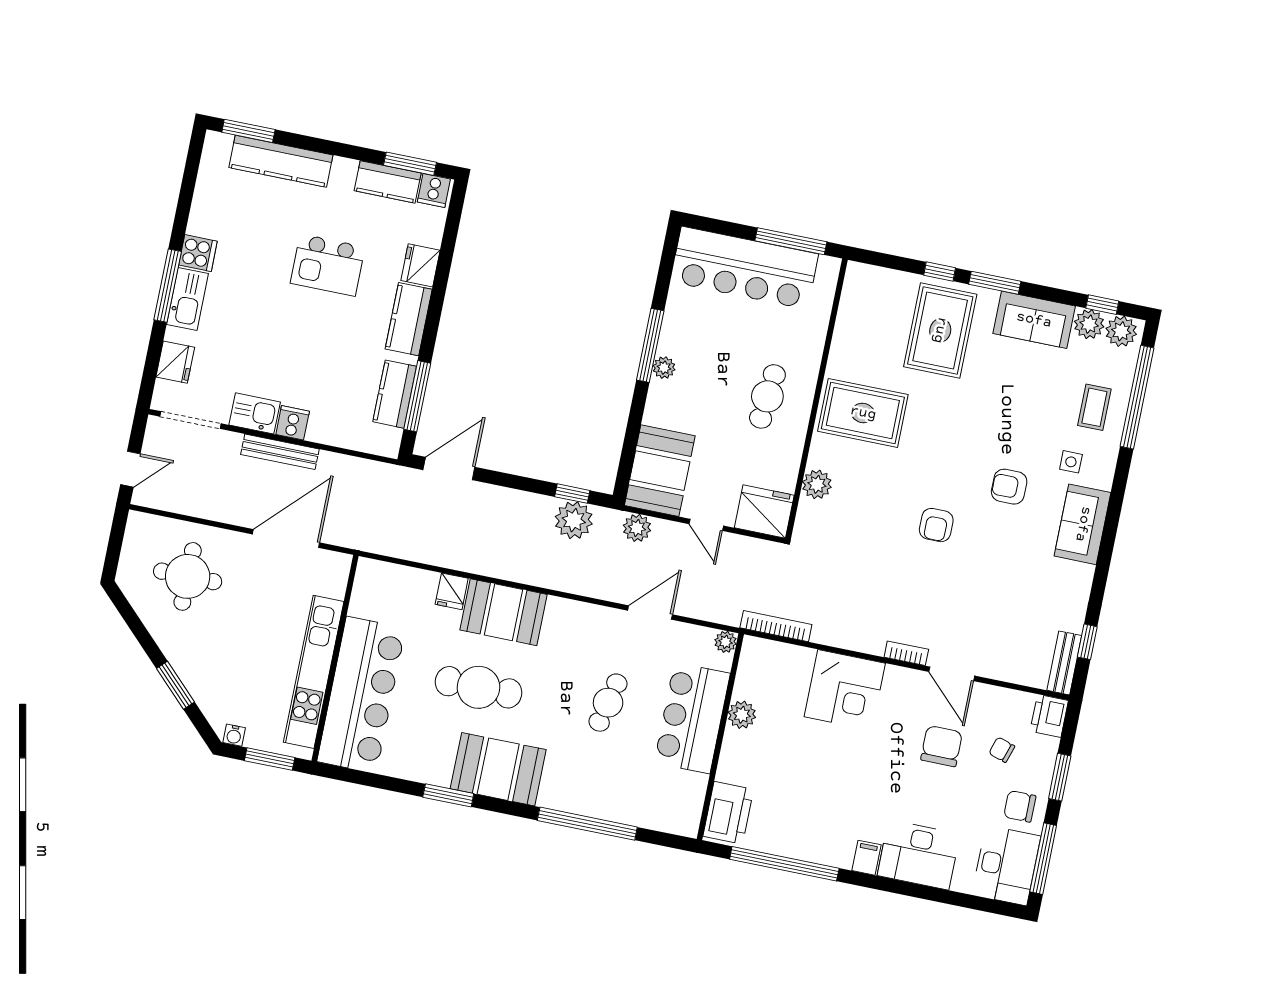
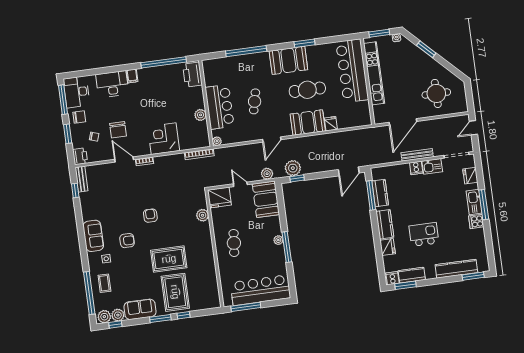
rug: (863, 413) -> (169, 259), moved
door: (650, 612) -> (272, 140), moved

